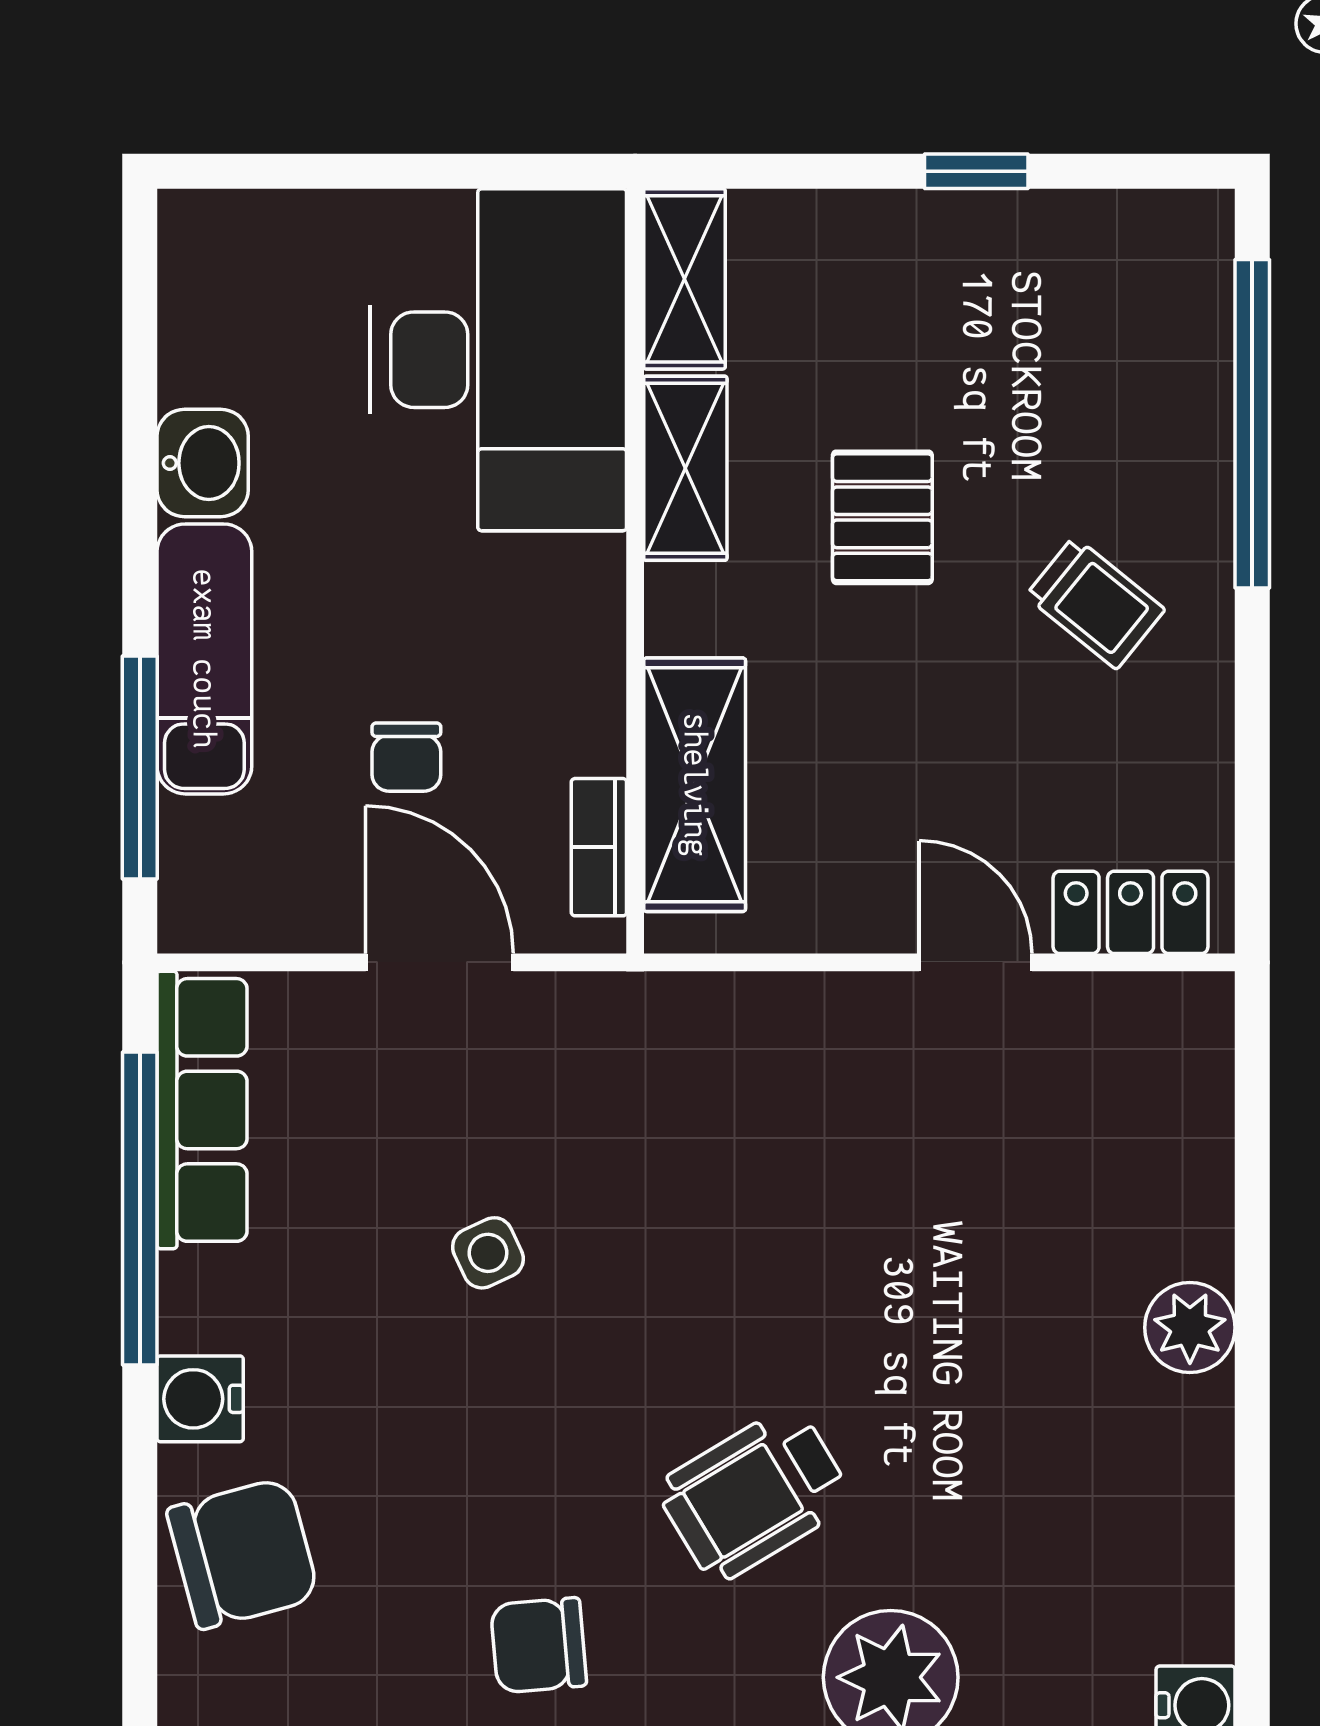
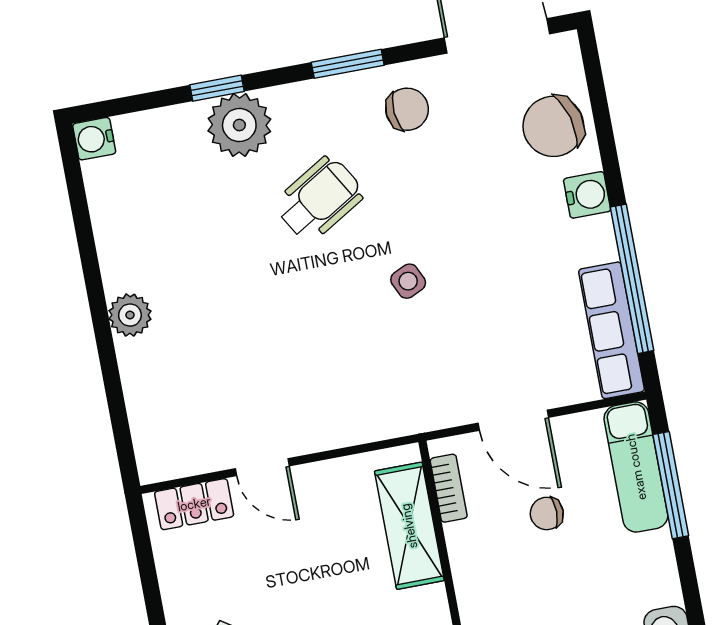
exam couch: (204, 659) -> (636, 467), moved
chair: (406, 757) -> (547, 513), turned -90
side table: (488, 1253) -> (408, 281), moved

